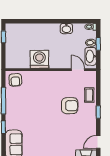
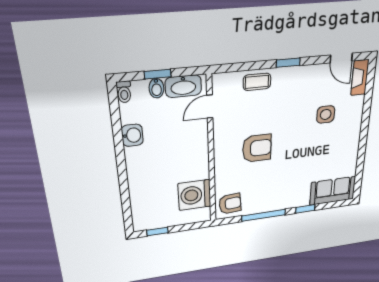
washing machine: (39, 59) -> (195, 195), moved
armchair: (70, 106) -> (257, 148), moved, turned 90
side table: (66, 136) -> (326, 114), added

